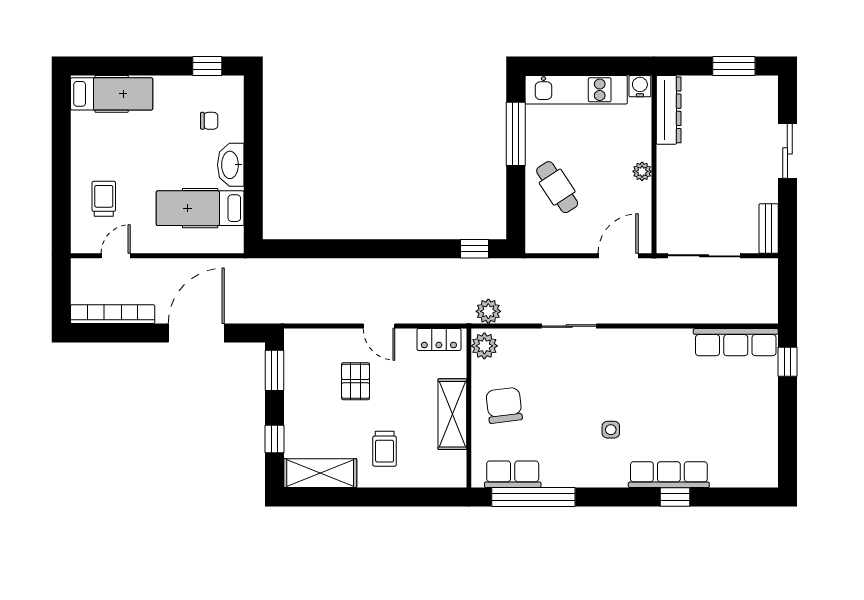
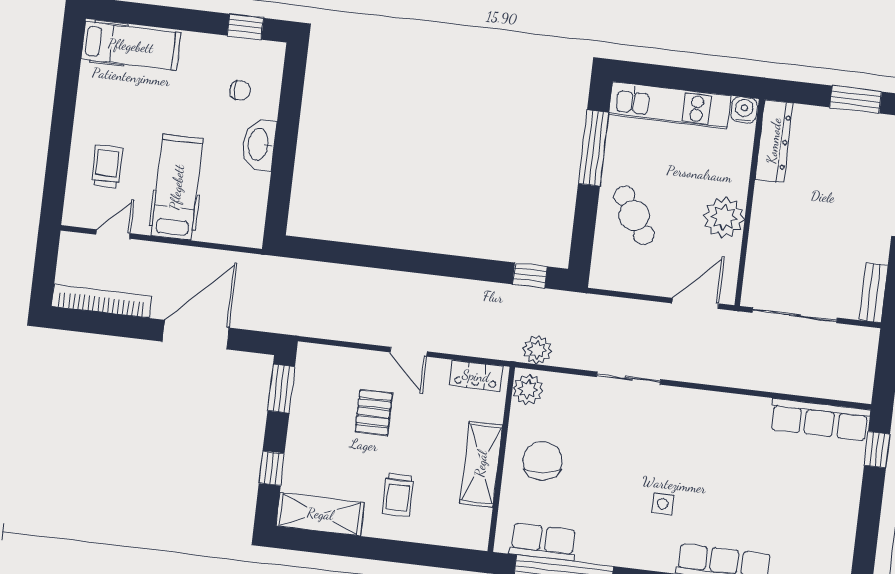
plant: (642, 171) -> (724, 218), width x1.88, depth x1.88
hospital bed: (200, 208) -> (177, 187), moved, turned 90

